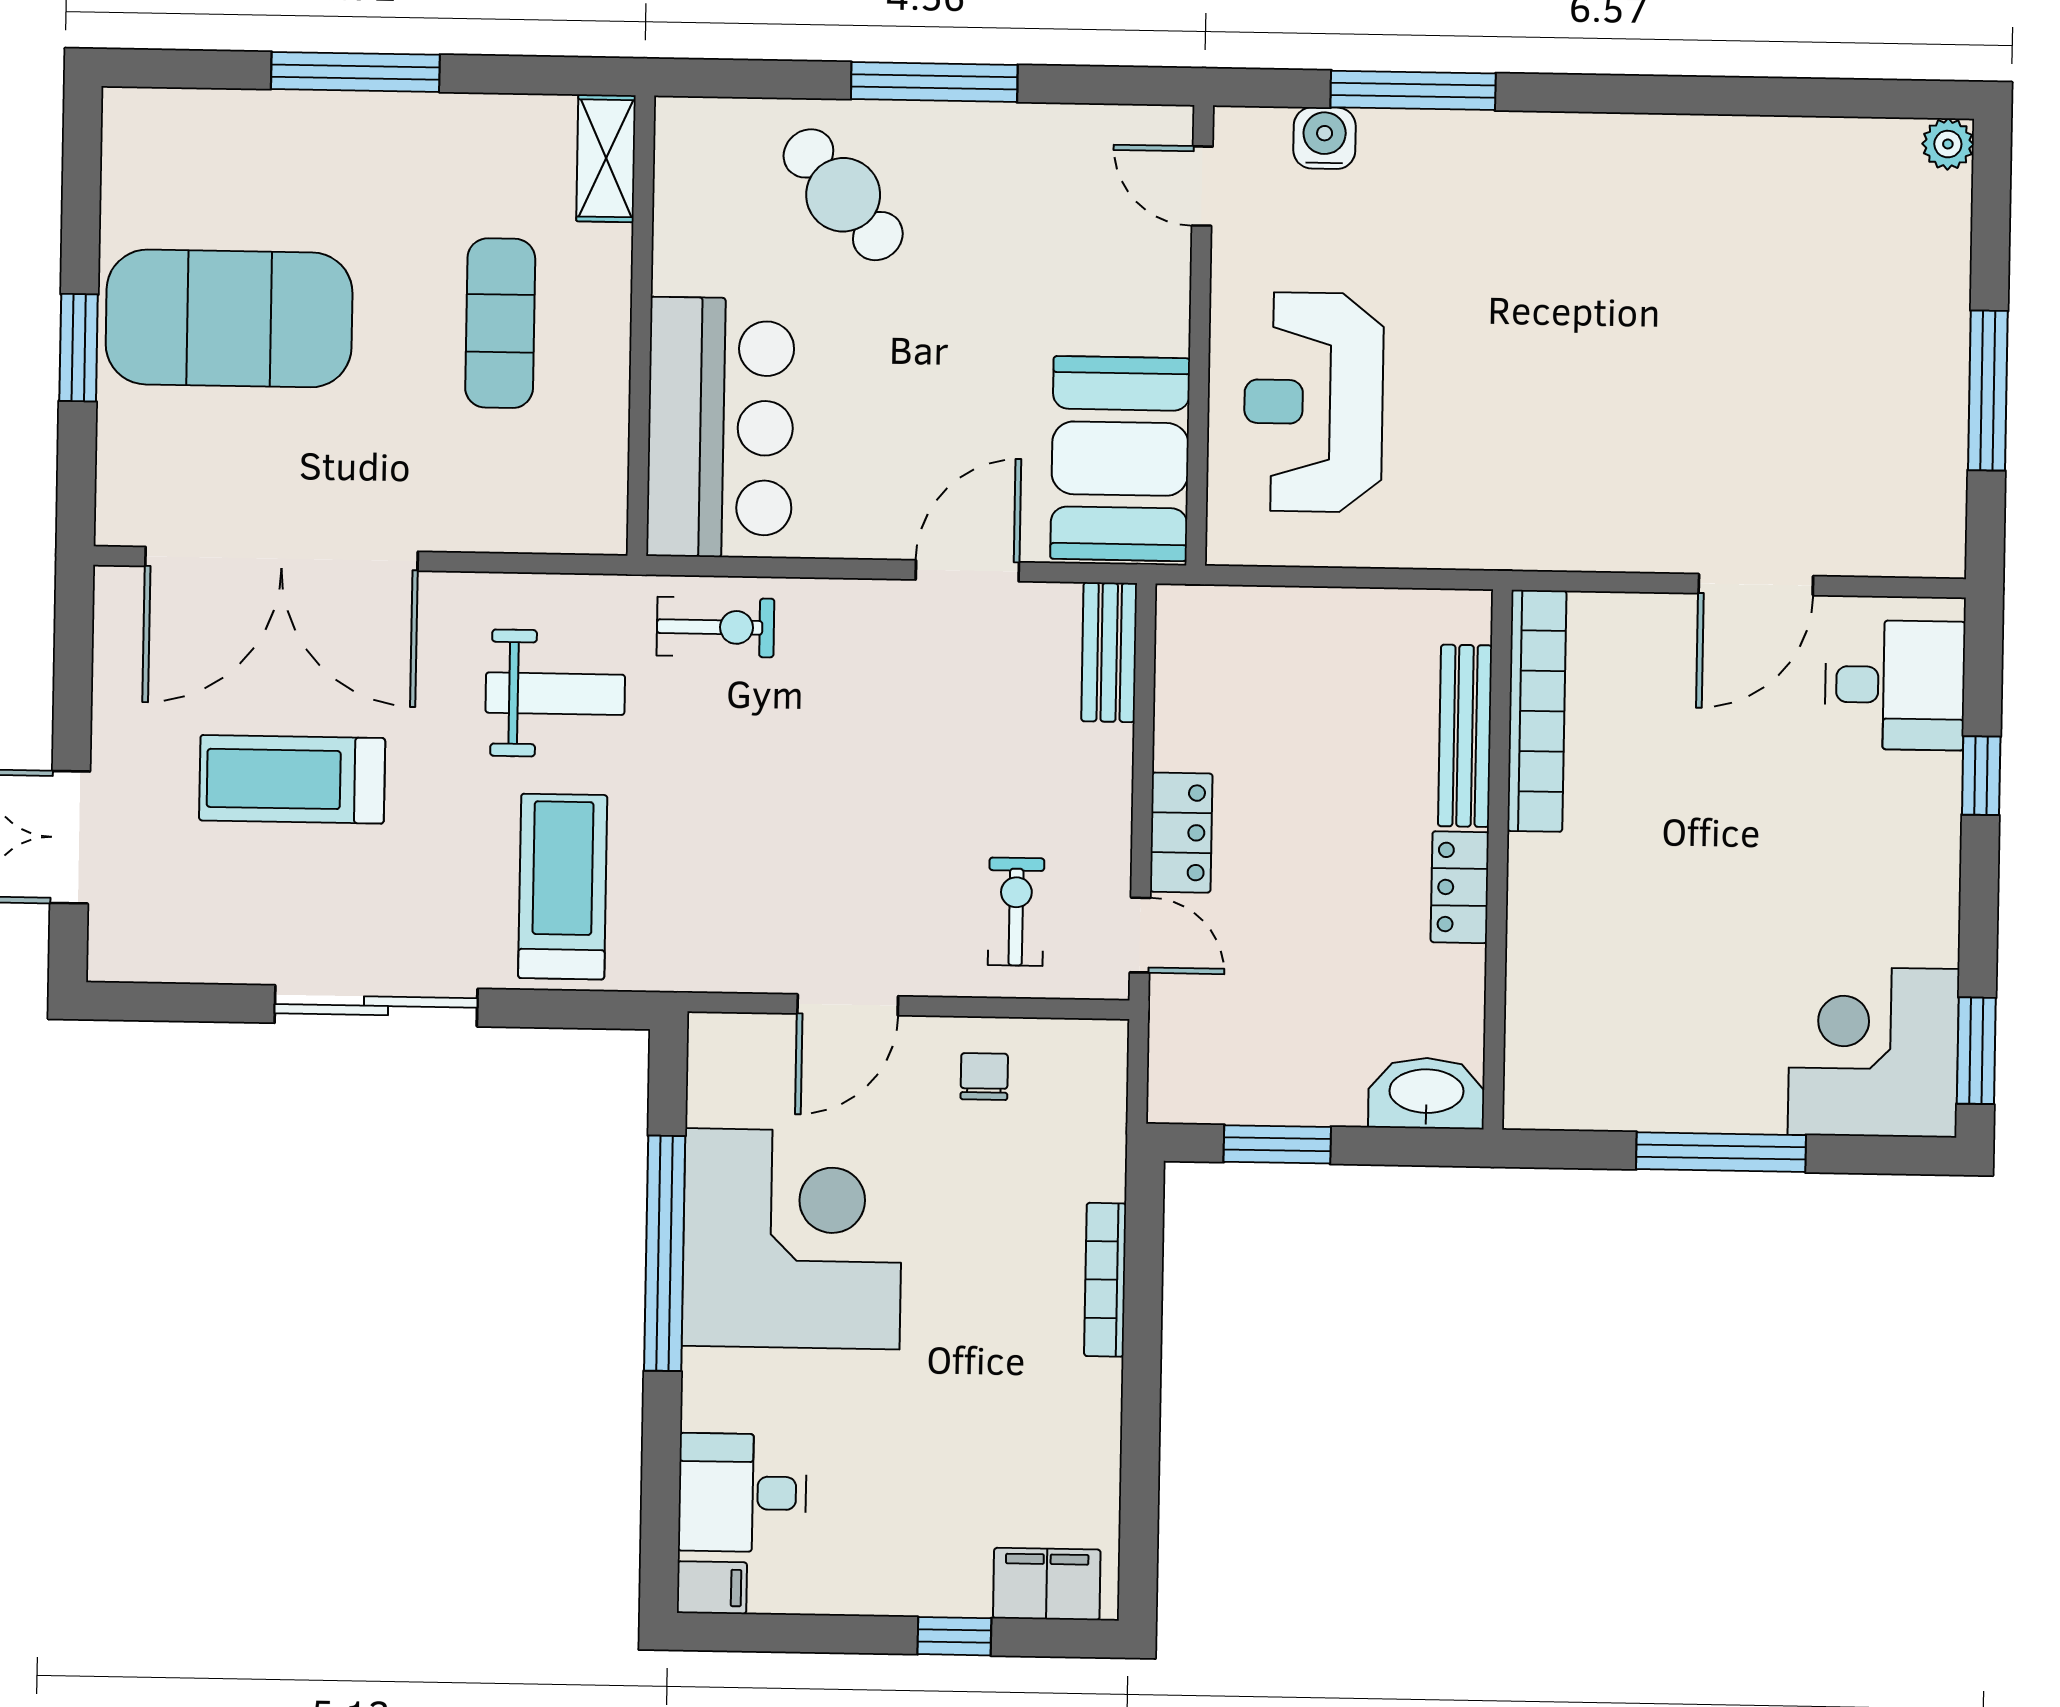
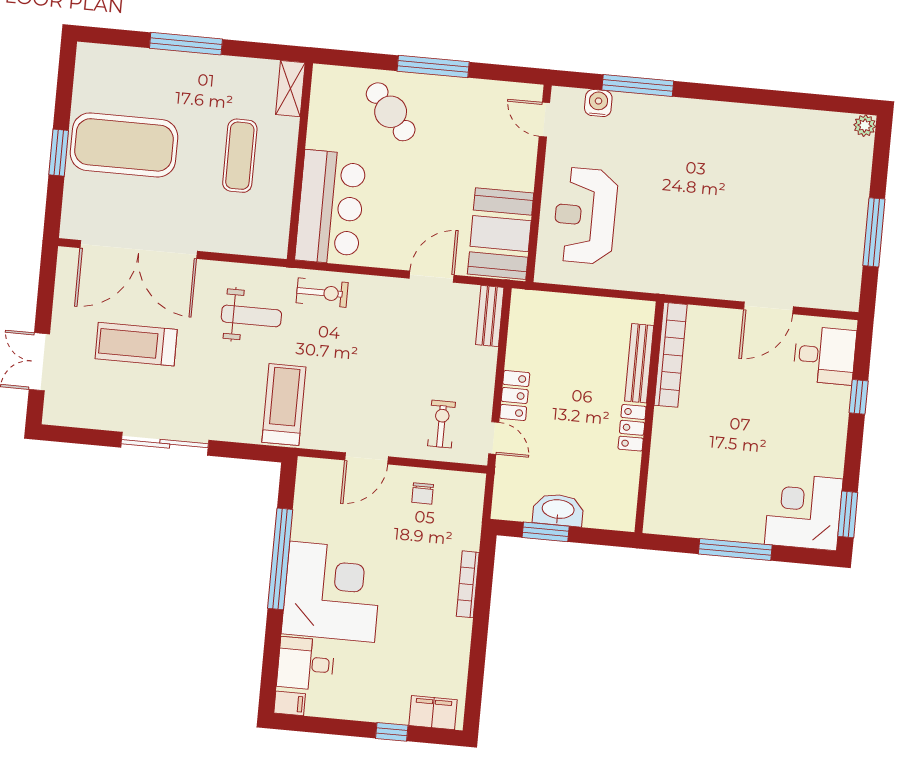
treadmill: (563, 887) -> (284, 405), moved
chair: (984, 1077) -> (423, 493), turned 180
washbasin: (1426, 1093) -> (558, 510), moved
corner desk: (792, 1239) -> (332, 592), moved

